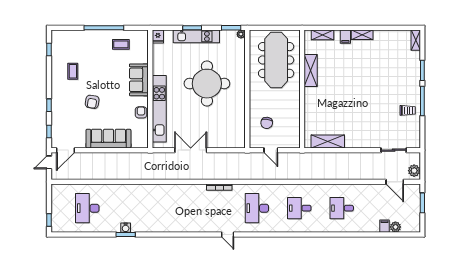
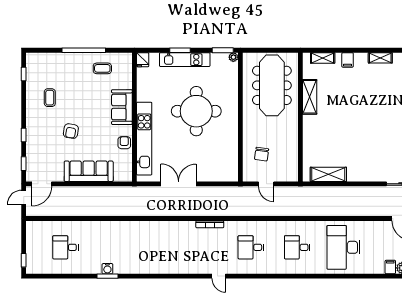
shelving: (362, 35) -> (380, 58), moved
desk: (87, 208) -> (66, 247), width x0.73
desk: (257, 208) -> (251, 247), width x0.73
desk: (342, 208) -> (344, 247), width x1.87, depth x1.30

